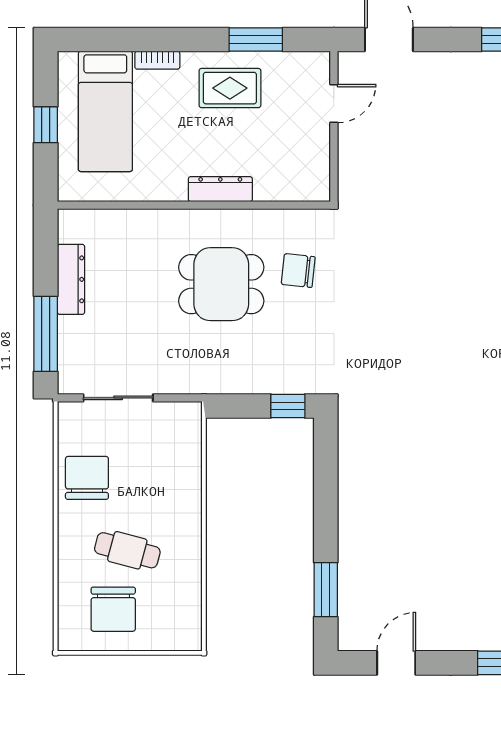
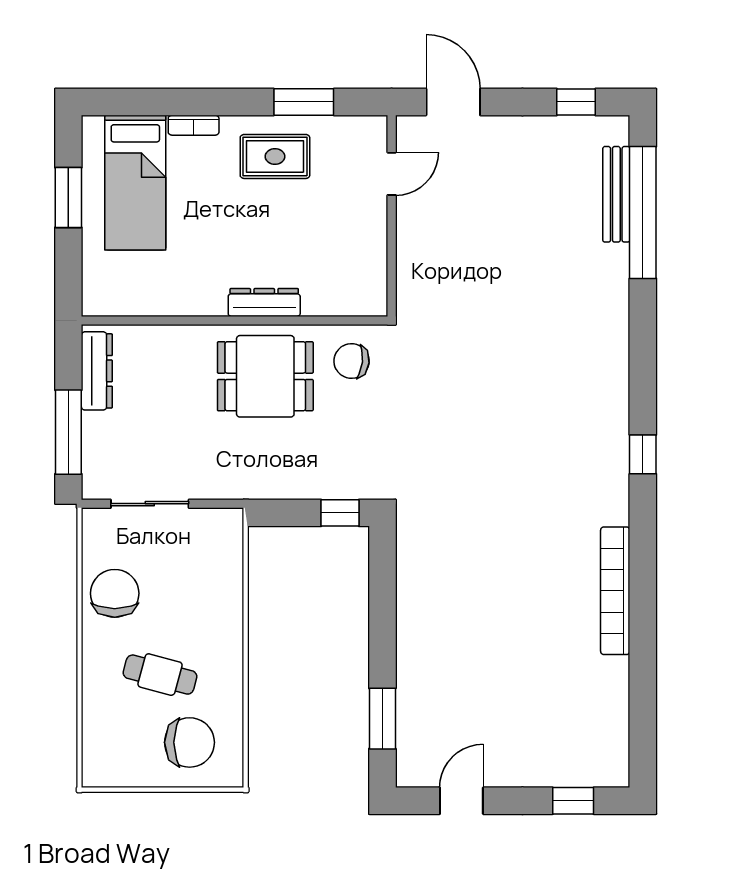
window: (46, 125) -> (68, 198), width x1.50
dresser: (220, 189) -> (264, 303), moved
wall: (194, 205) -> (235, 321), moved
chair: (113, 609) -> (190, 742), moved, turned -90

